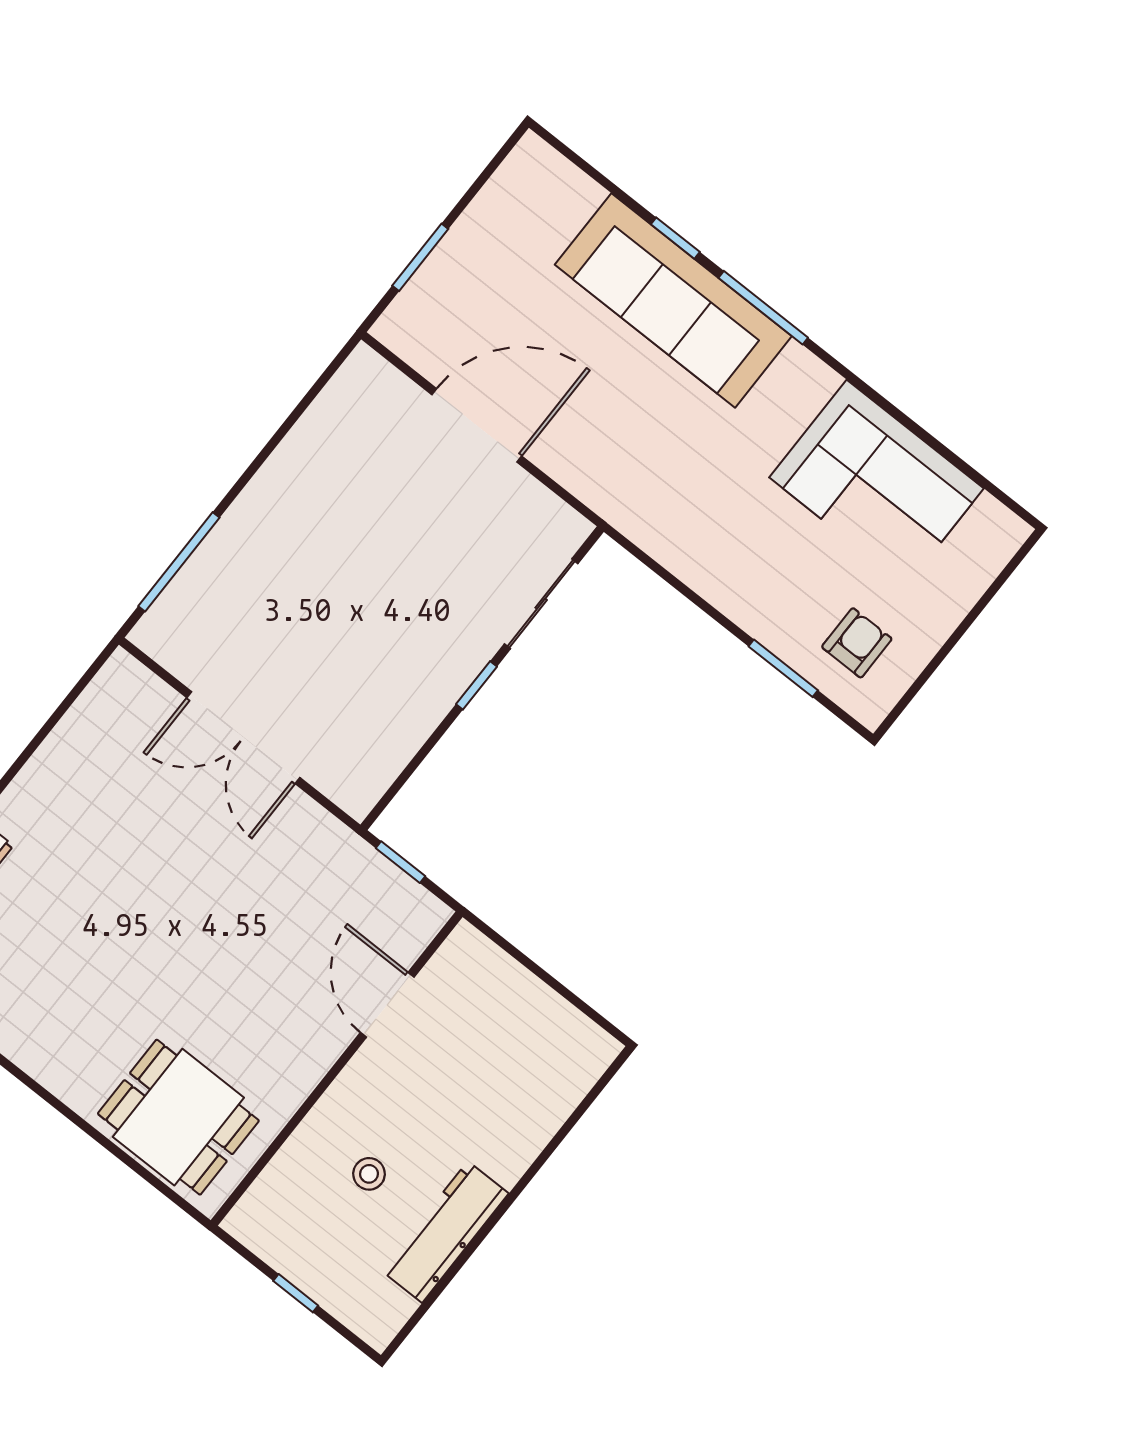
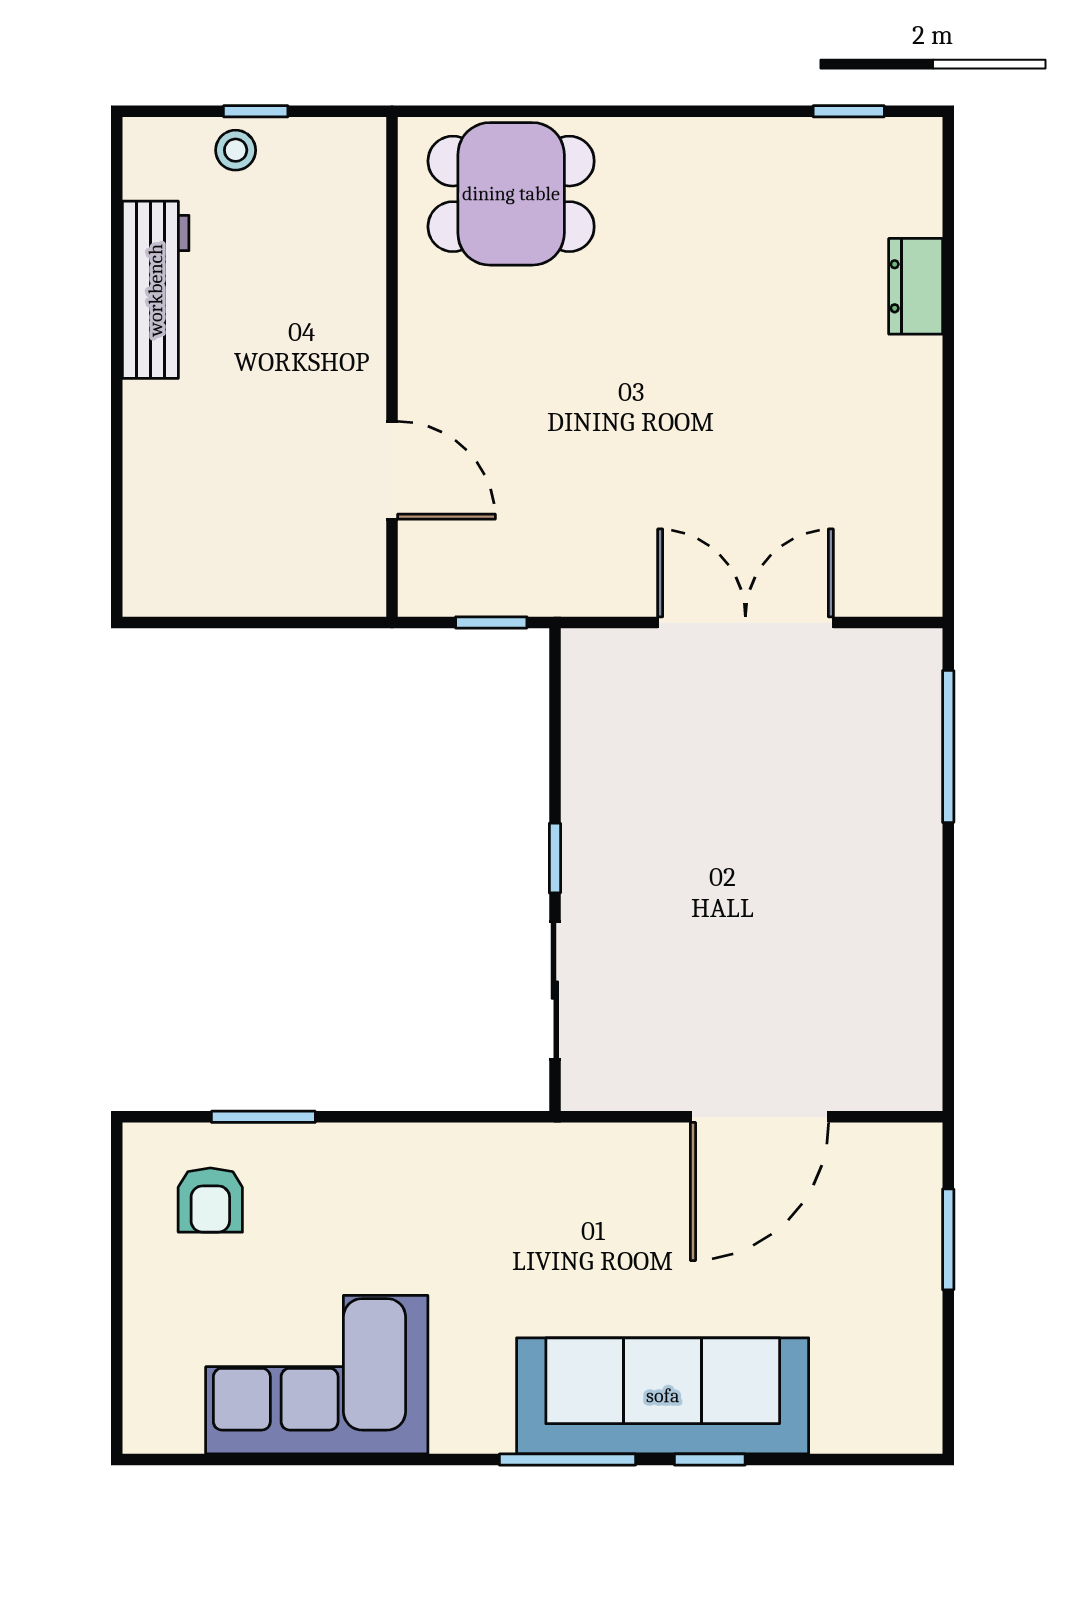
stool: (369, 1174) -> (236, 150), moved

